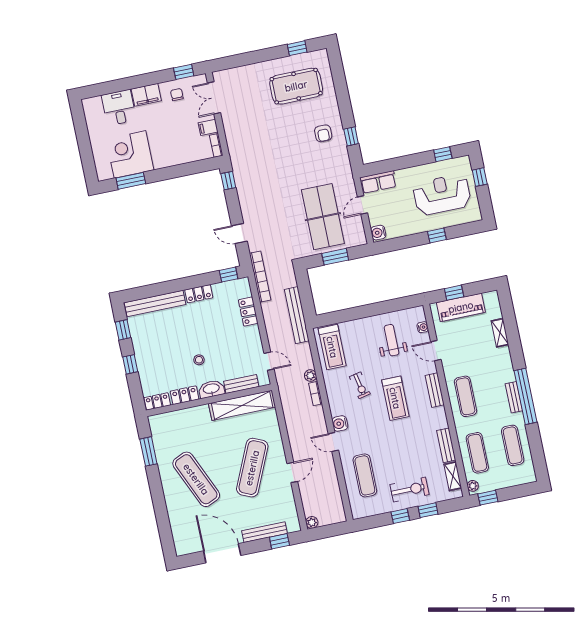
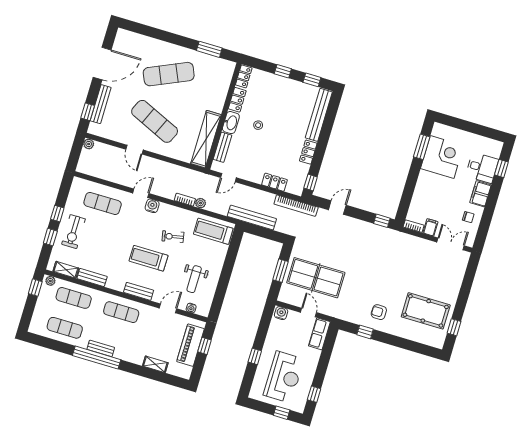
window: (184, 72) -> (501, 168), moved
pool table: (296, 86) -> (426, 311), turned 90
weight bench: (392, 340) -> (194, 279), turned 90

